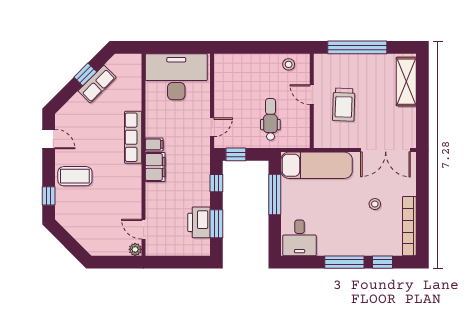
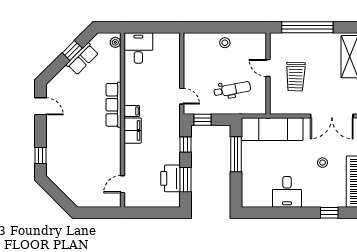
stool: (289, 64) -> (225, 43), moved
desk: (176, 77) -> (138, 48), width x0.53, depth x0.77
dental chair: (270, 119) -> (232, 89), turned 79
door: (212, 127) -> (182, 96), hinge flipped
coffee table: (75, 176) -> (63, 138), removed
door: (143, 229) -> (122, 184), hinge flipped
desk: (300, 238) -> (287, 192), moved
plant: (135, 249) -> (115, 42), moved
window: (344, 262) -> (296, 213), removed

